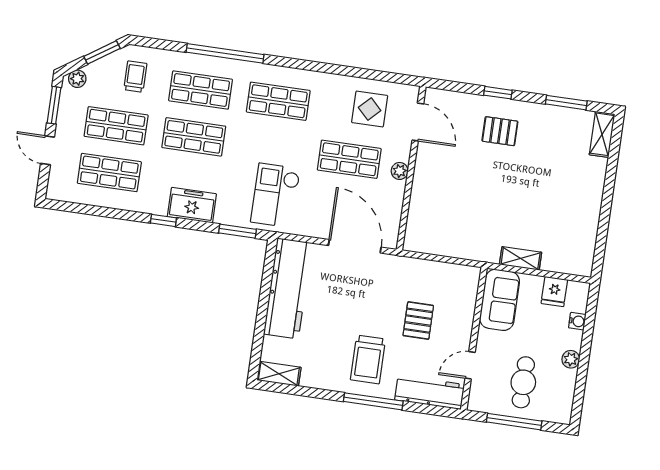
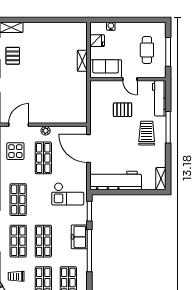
pallet: (500, 131) -> (13, 56), moved
window: (163, 220) -> (89, 251), width x3.17
door: (355, 246) -> (88, 149), hinge flipped
trolley: (368, 359) -> (147, 133), turned -90
plant: (571, 359) -> (131, 27), removed
door: (470, 365) -> (130, 79), moved
cafe table: (523, 382) -> (147, 50), turned 90

